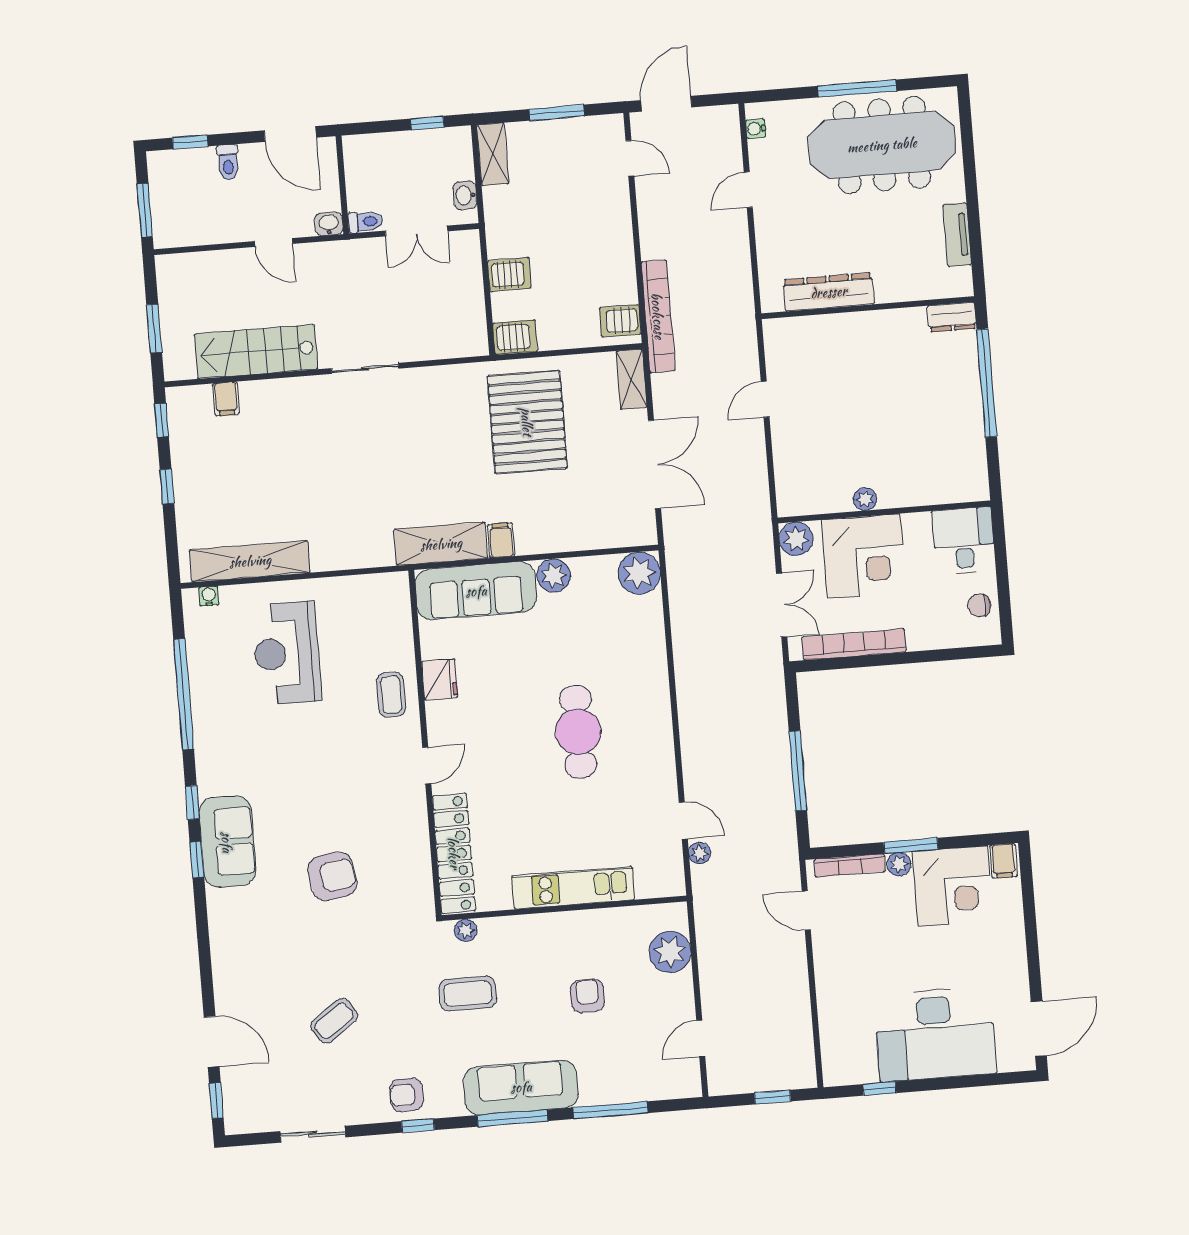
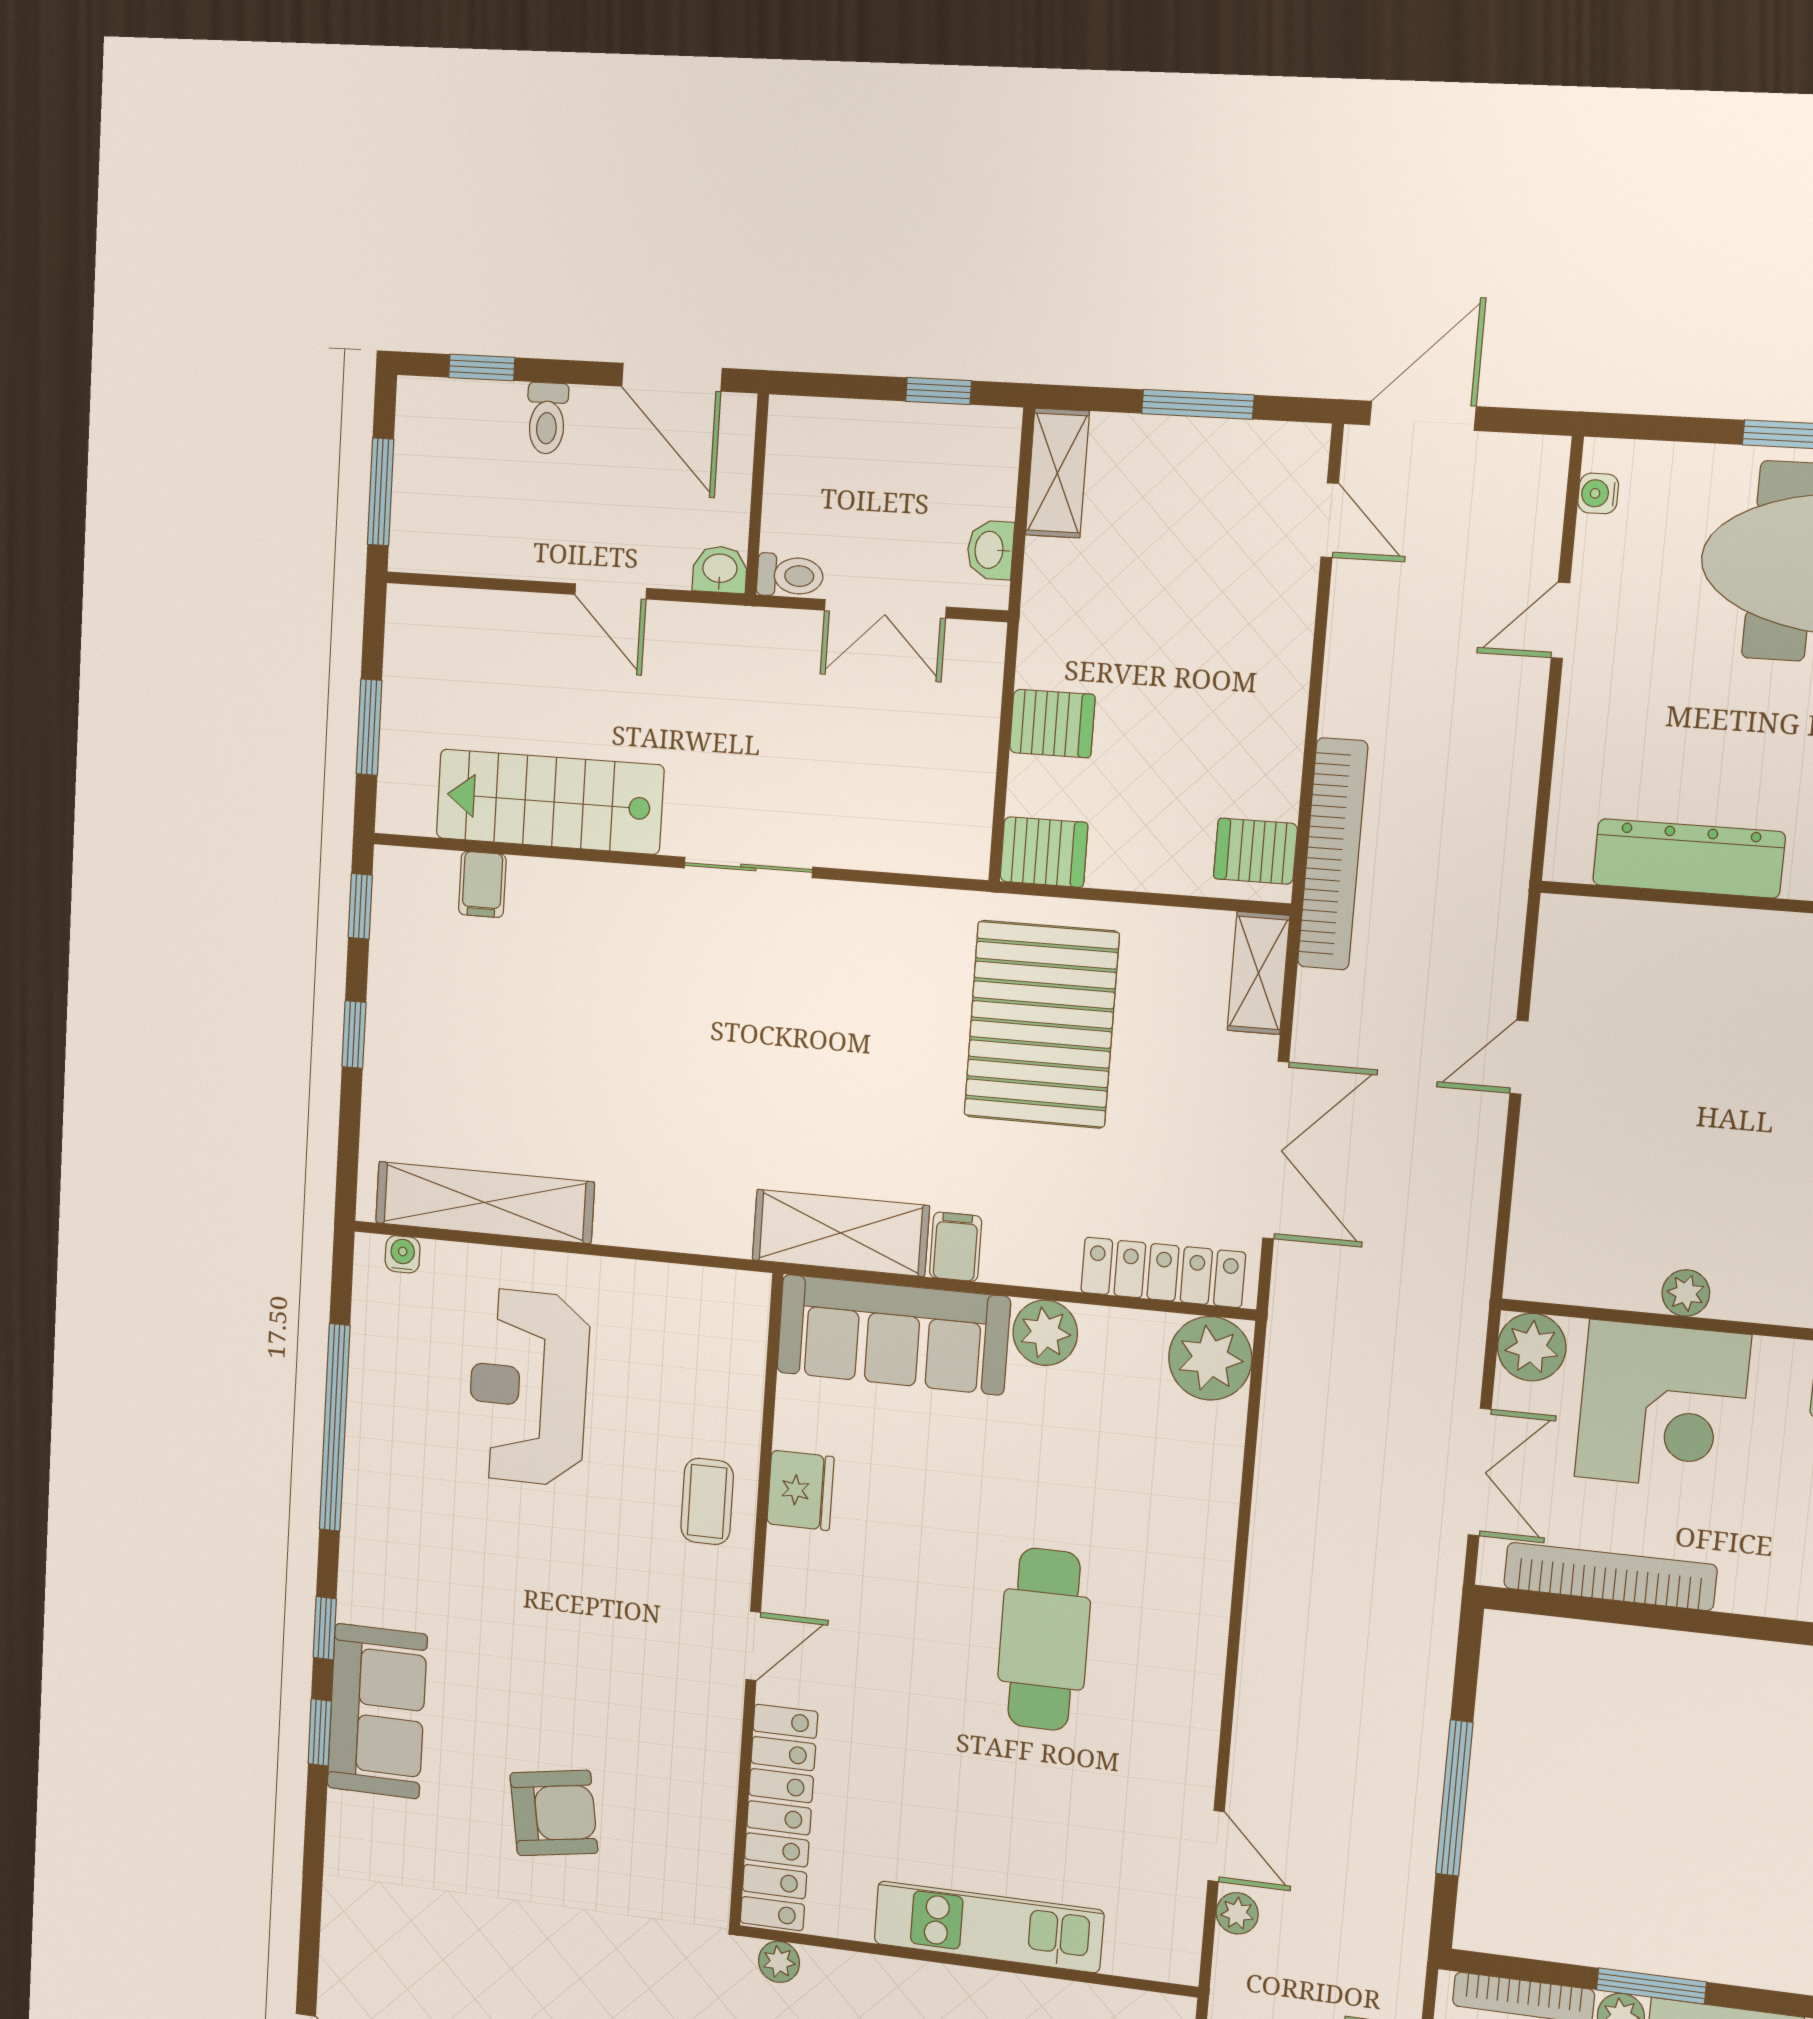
locker: (608, 534) -> (1163, 1272), added

